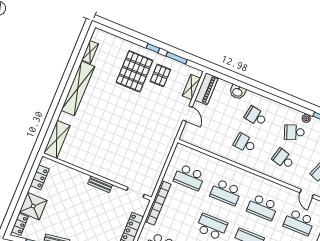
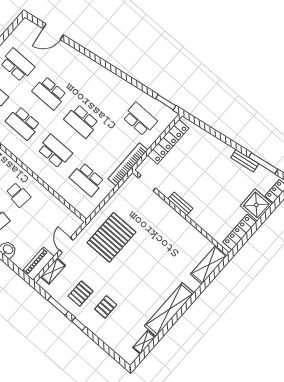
pallet: (134, 71) -> (106, 307), width x0.49, depth x0.50
pallet: (150, 134) -> (111, 237), added
locker: (40, 177) -> (240, 232), width x1.53
school desk: (189, 177) -> (87, 179), turned 180
school desk: (262, 207) -> (23, 123), turned 180

